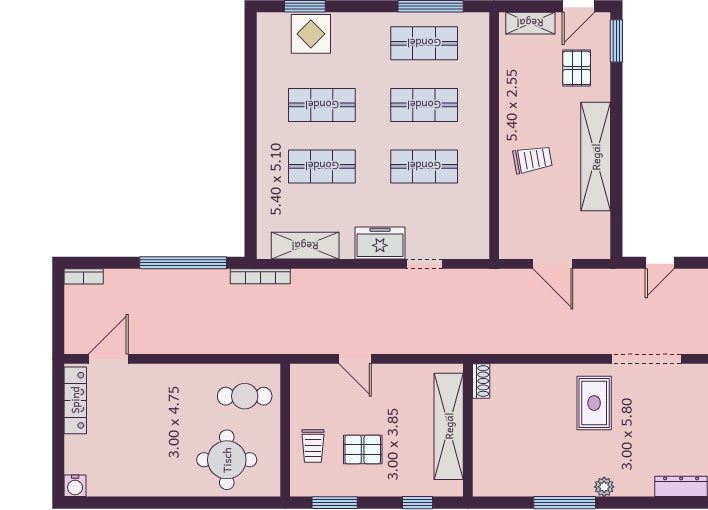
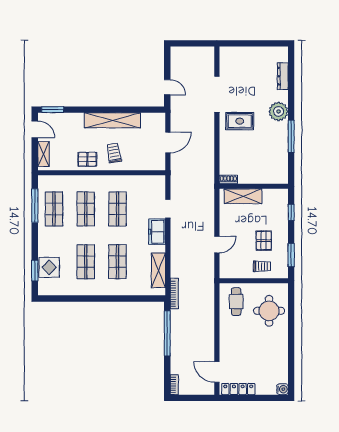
pallet: (577, 68) -> (87, 159), moved
shelving: (449, 426) -> (243, 196), width x0.68
plant: (604, 487) -> (279, 111), width x1.87, depth x1.87

